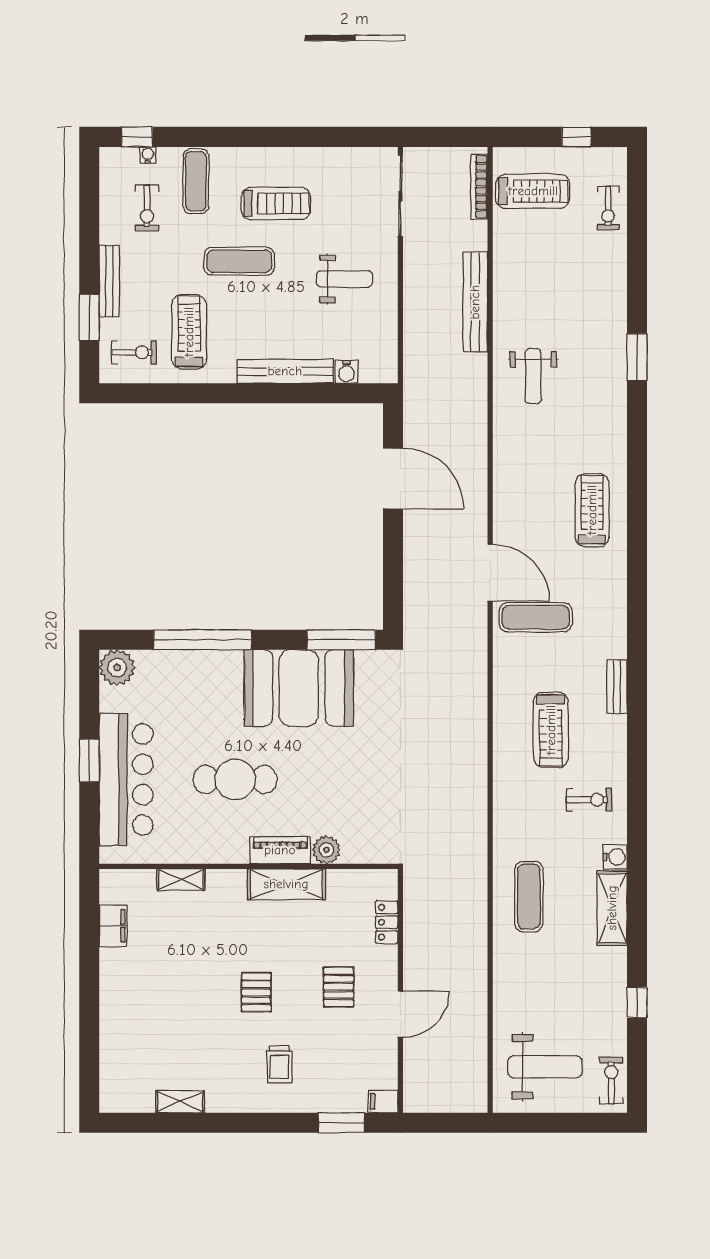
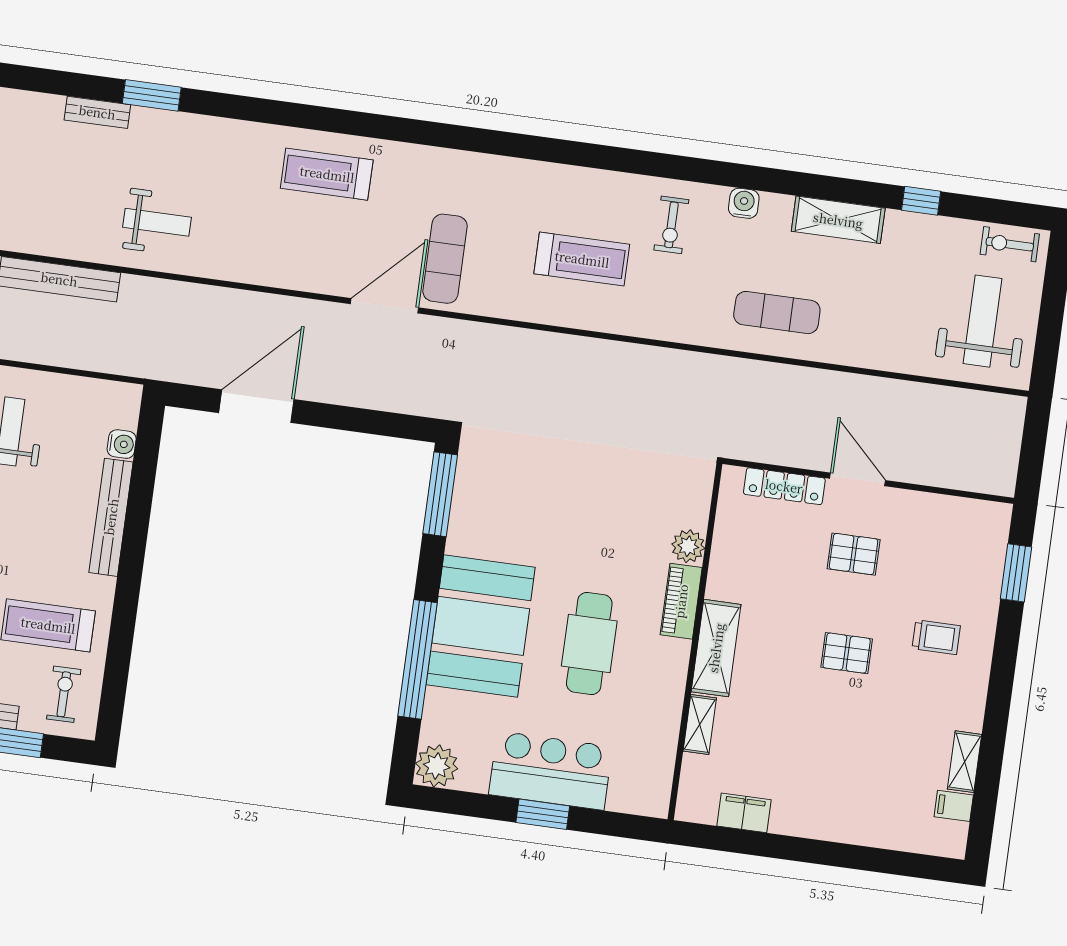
bench: (617, 687) -> (97, 112), moved
booth: (299, 688) -> (481, 626), moved
bar counter: (126, 779) -> (551, 771), width x0.73
exercise bike: (589, 800) -> (671, 225), turned 180
shelving: (286, 884) -> (716, 648), moved
shelving: (612, 908) -> (838, 220), moved
locker: (387, 922) -> (784, 486), width x1.53
door: (400, 1014) -> (858, 479), moved
filing cabinet: (383, 1102) -> (954, 806), moved, turned 90

